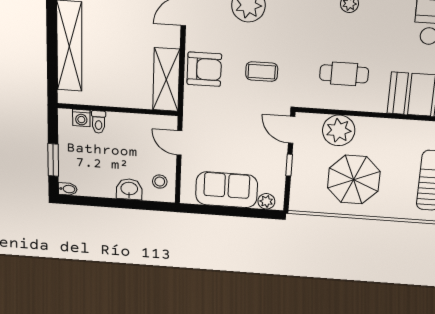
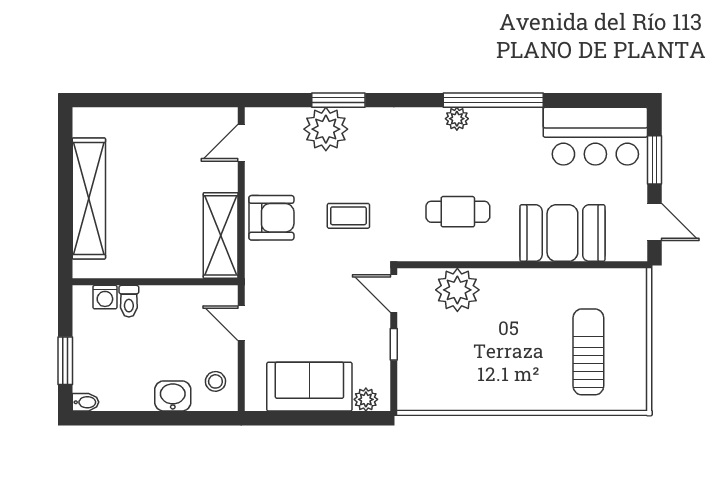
parasol: (354, 180) -> (484, 359), removed

